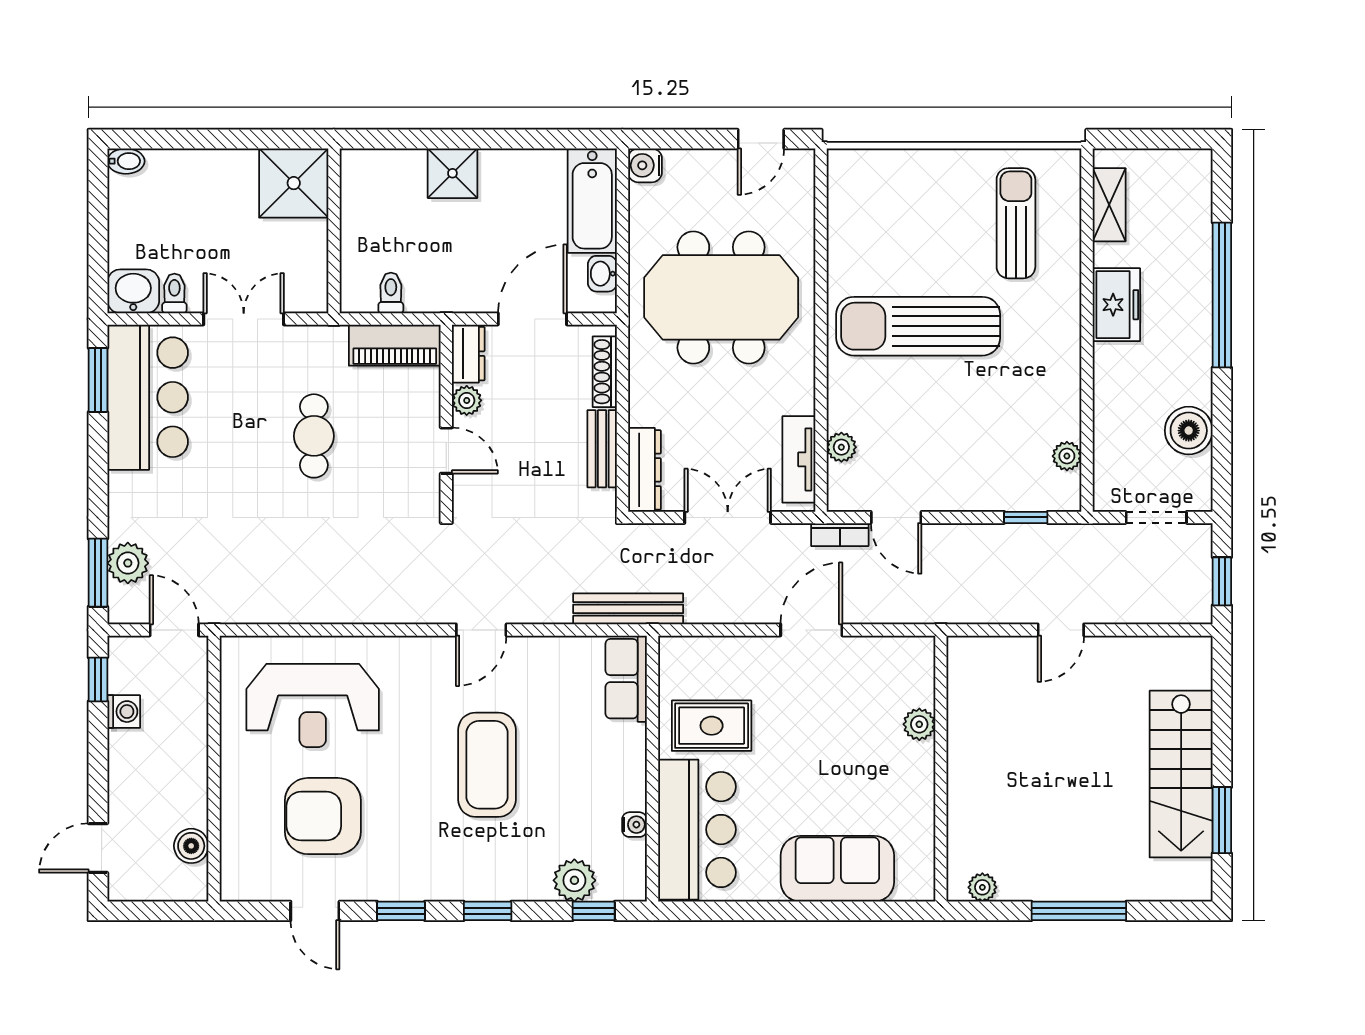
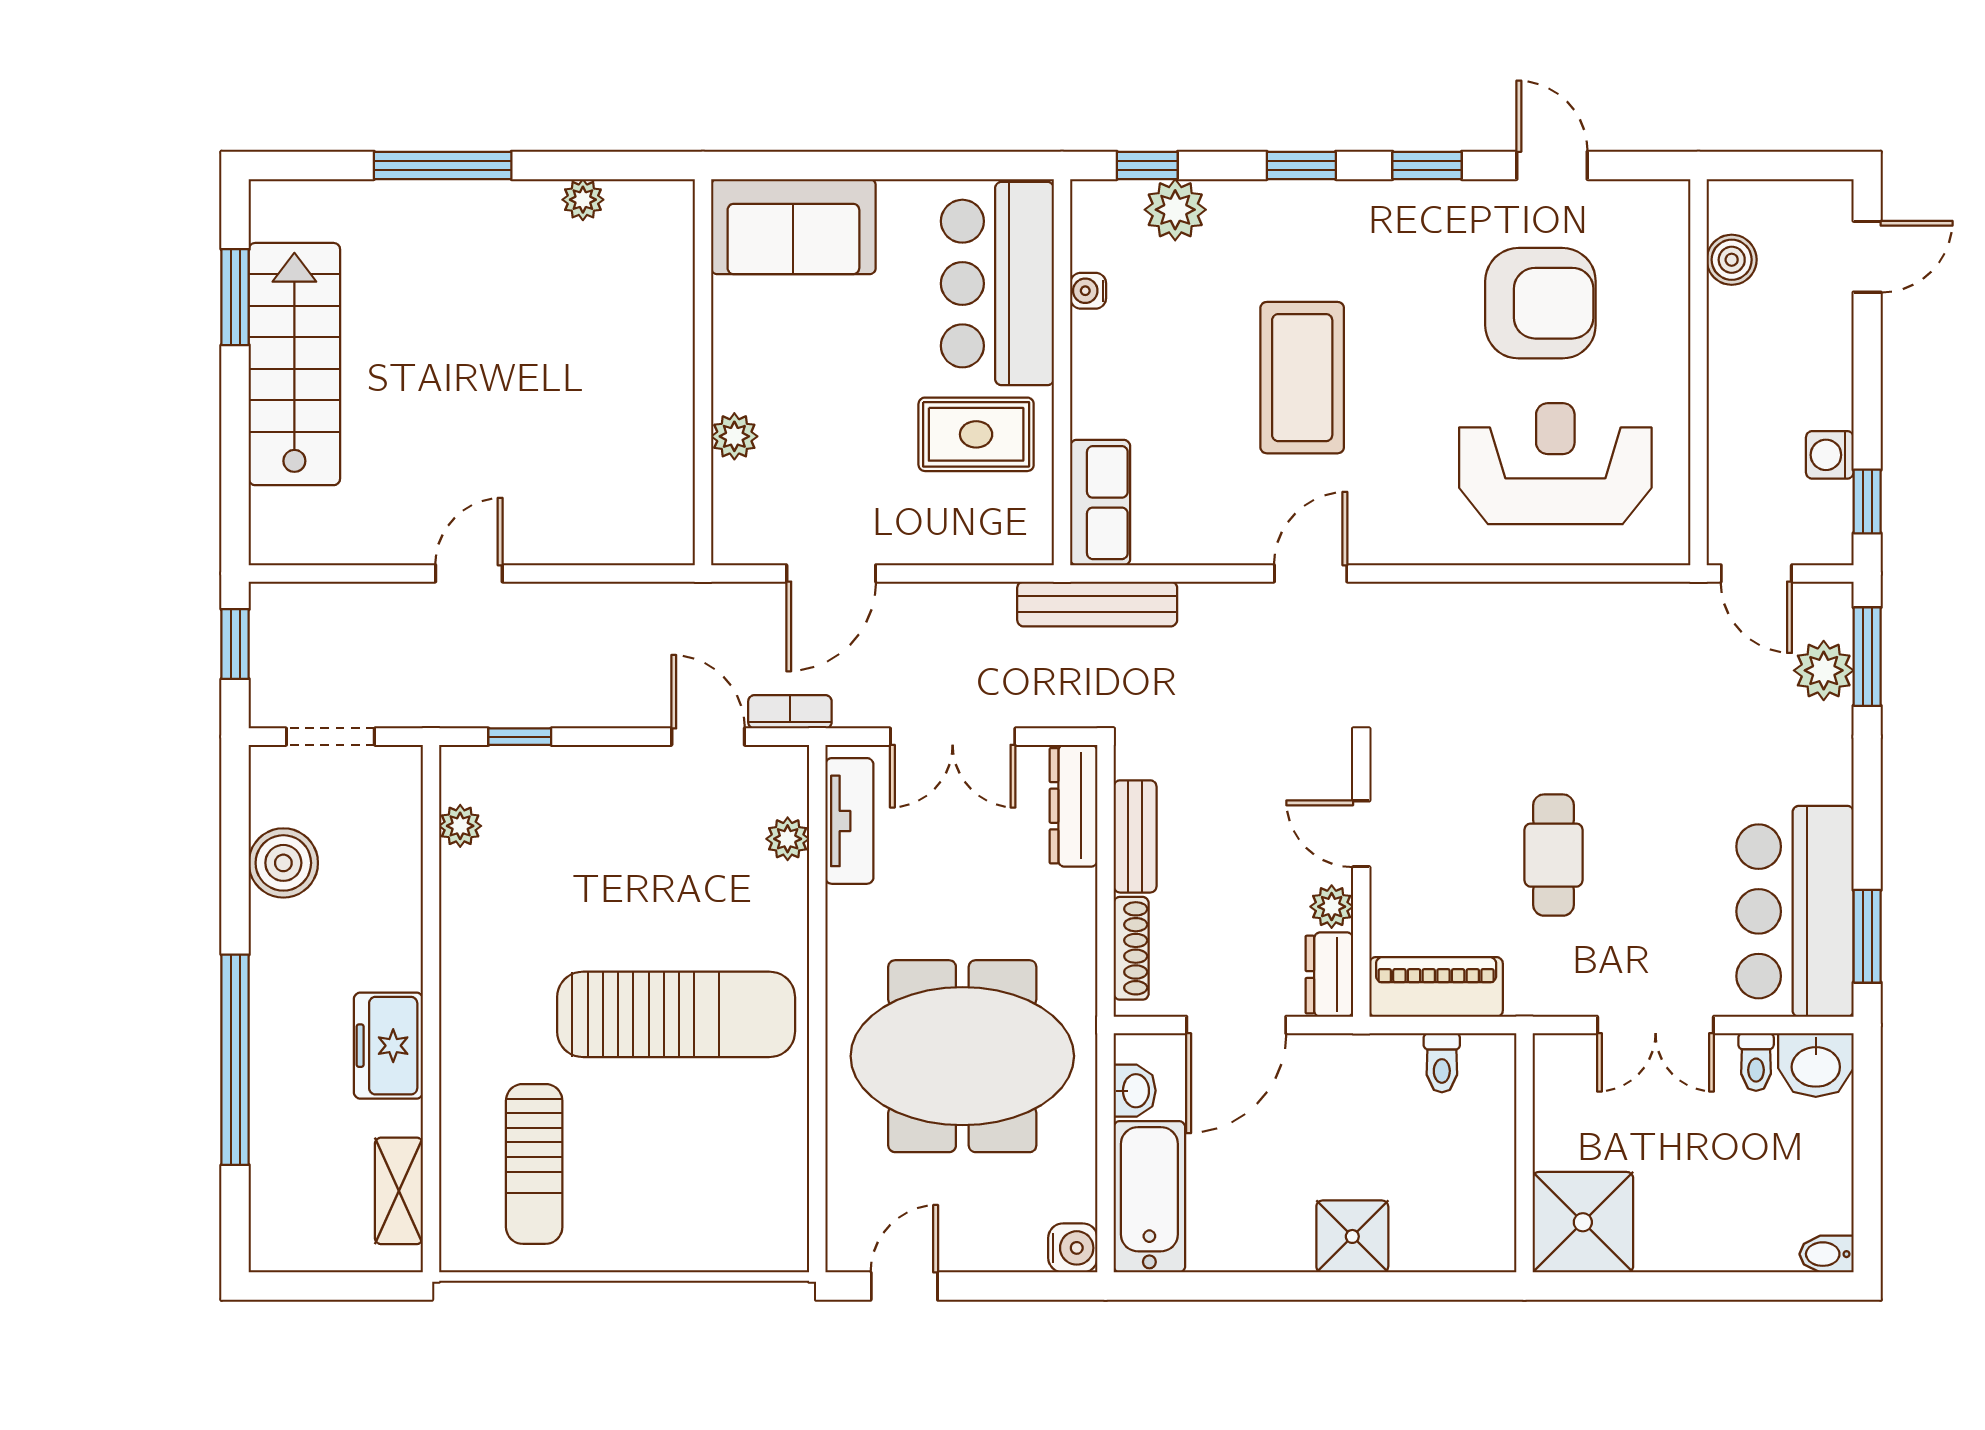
plant: (919, 724) -> (734, 436), moved
wall: (941, 769) -> (703, 372), moved

